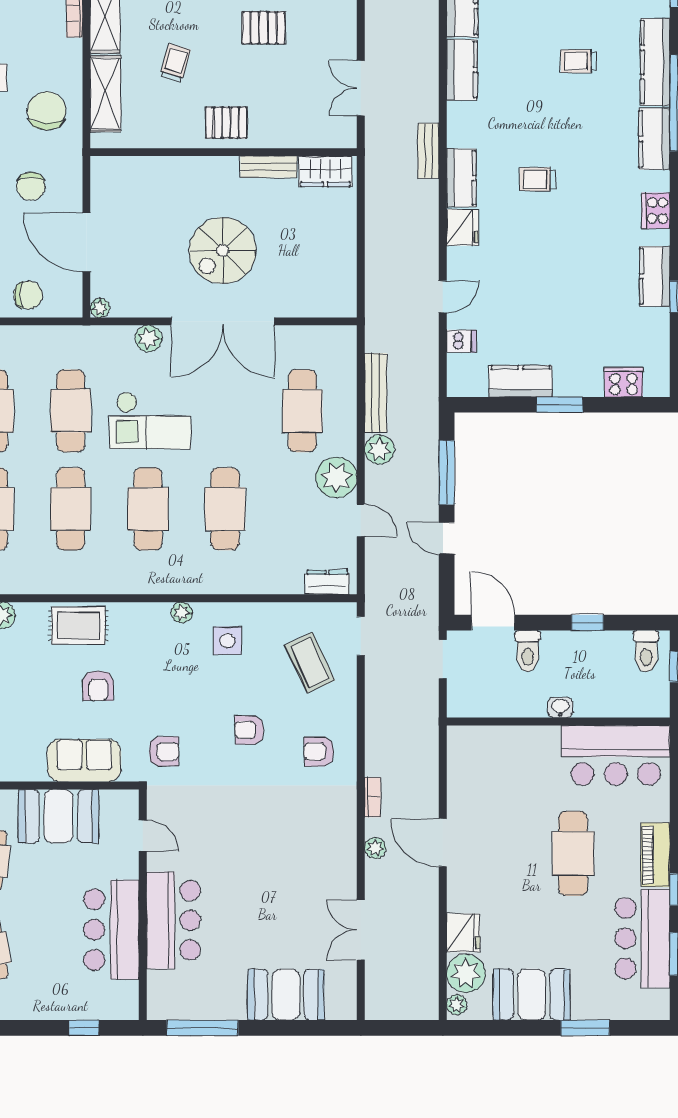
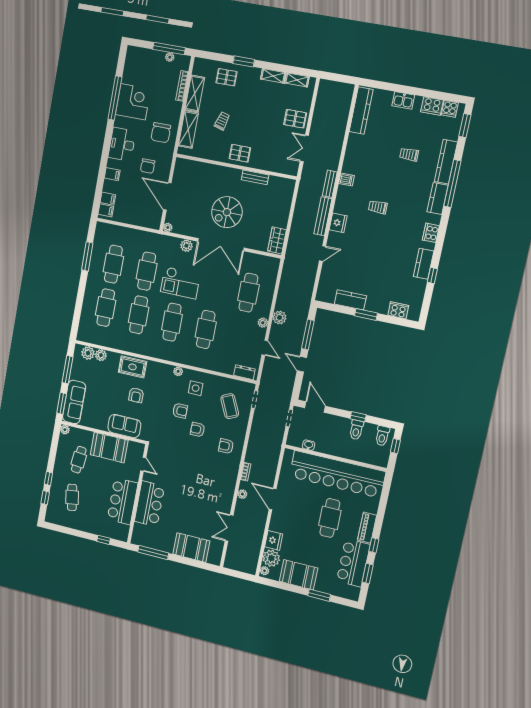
pallet: (264, 28) -> (295, 119), moved
kitchen counter: (462, 70) -> (353, 148), removed
chair: (47, 111) -> (161, 133), turned 180
wardrobe: (325, 171) -> (277, 240), moved, turned 90
kitchen counter: (461, 178) -> (342, 200), removed
chair: (28, 295) -> (138, 215), removed
dishwasher: (461, 341) -> (346, 180), moved
bench: (376, 393) -> (323, 216), moved
plant: (336, 477) -> (263, 323), width x0.53, depth x0.53
toilet: (528, 651) -> (356, 430), moved
washbasin: (560, 707) -> (309, 445), moved
armchair: (164, 751) -> (180, 411), moved
bar counter: (616, 755) -> (337, 474), width x1.86

